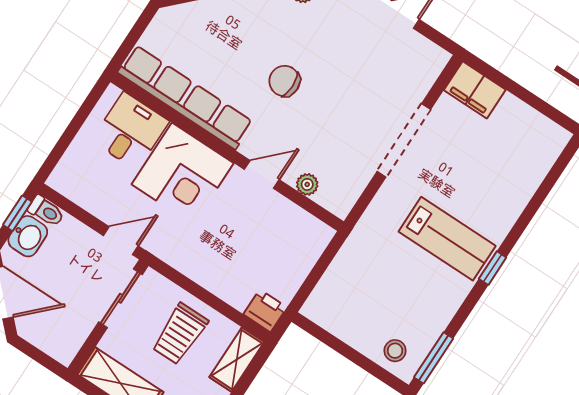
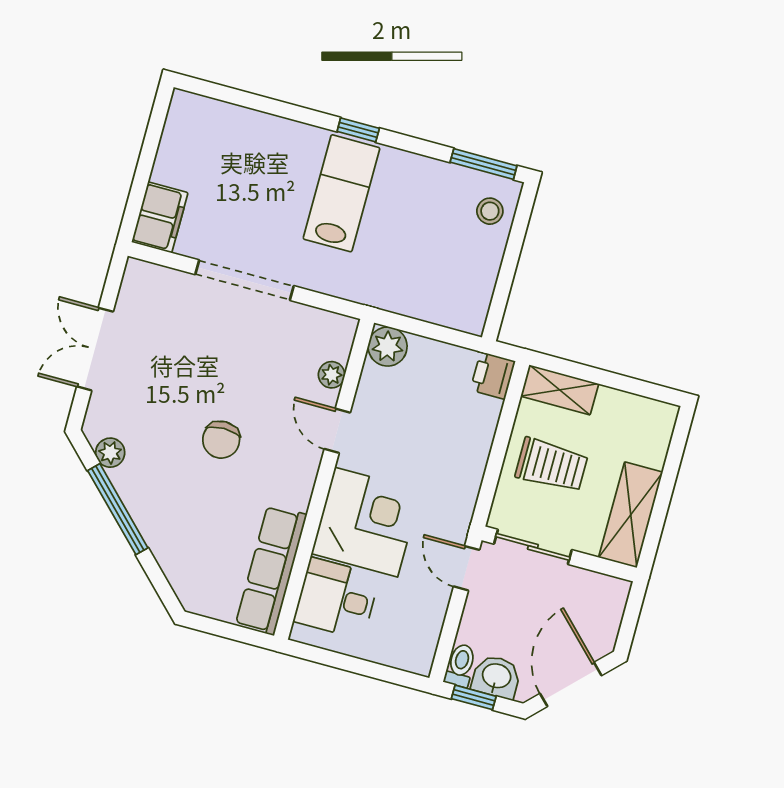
row of seats: (185, 97) -> (271, 570), width x0.73
plant: (315, 236) -> (388, 347), added

